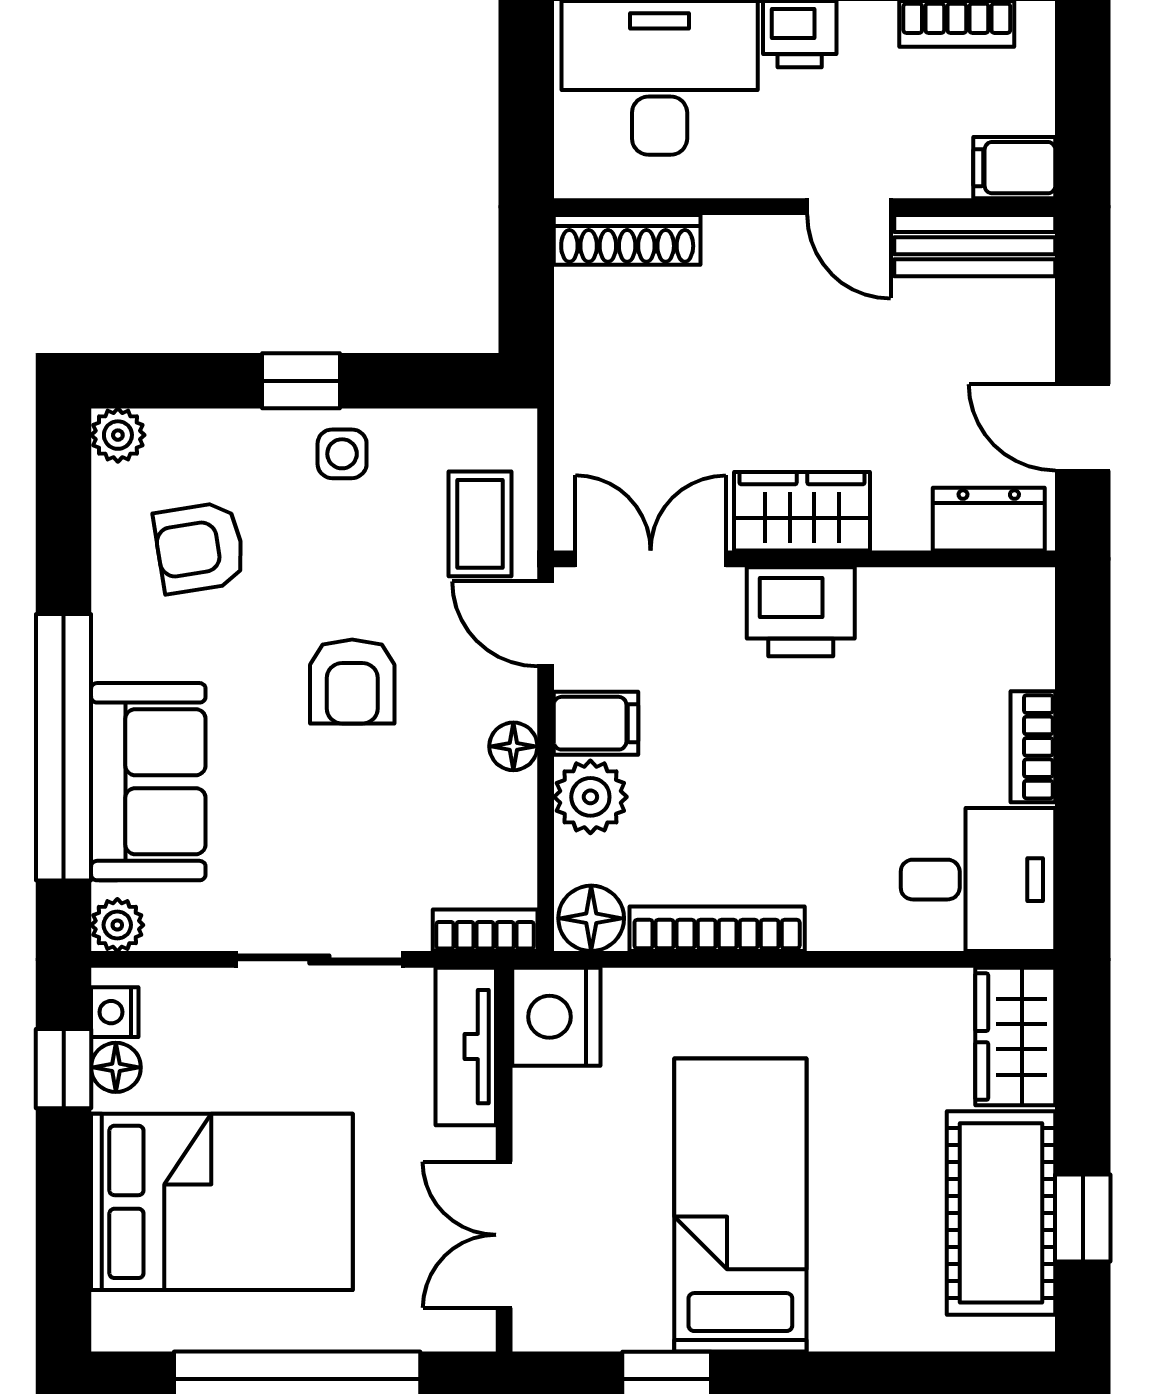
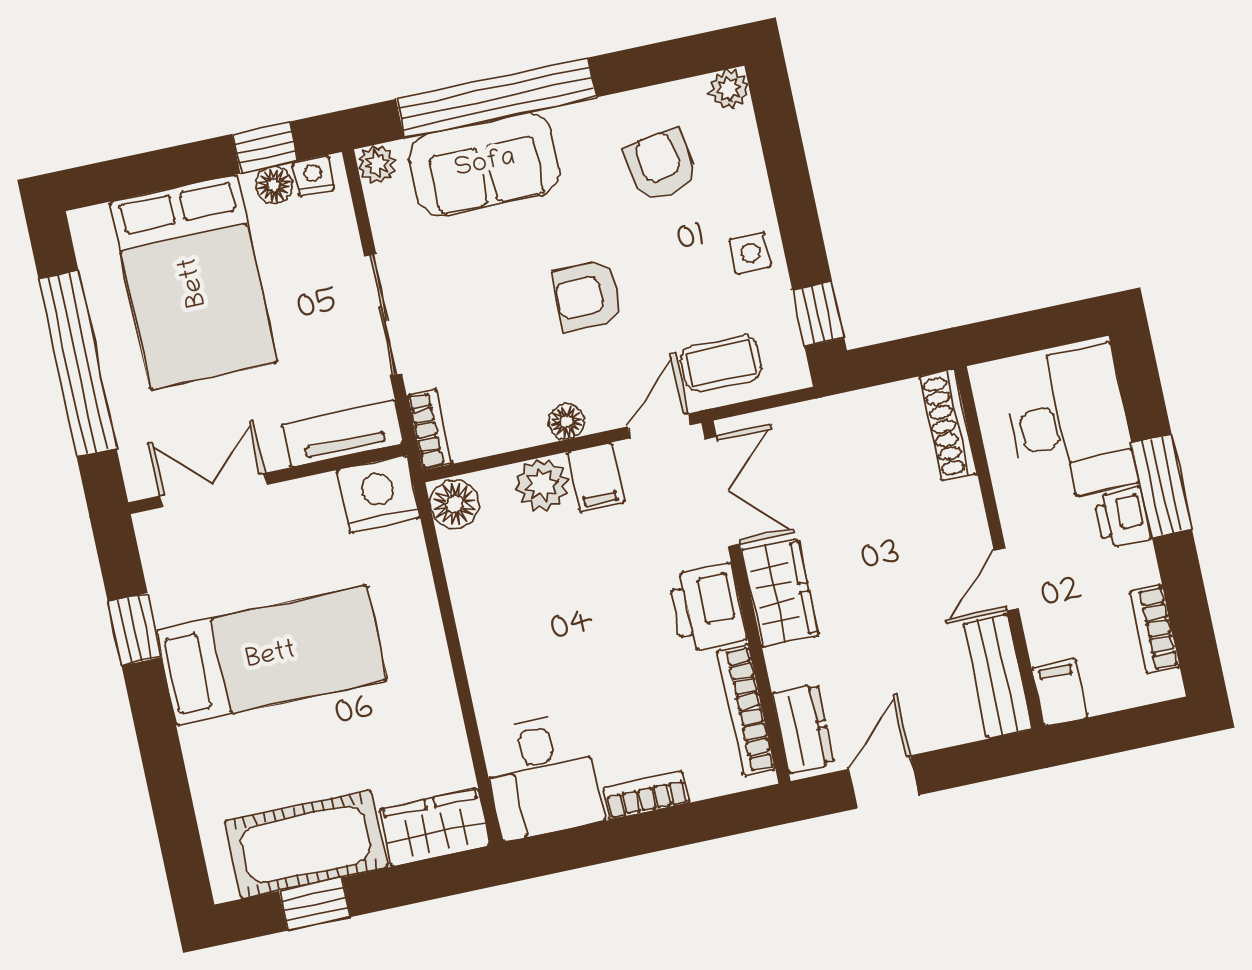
window: (301, 381) -> (818, 314), moved
bookcase: (717, 929) -> (746, 710), moved, turned 180

